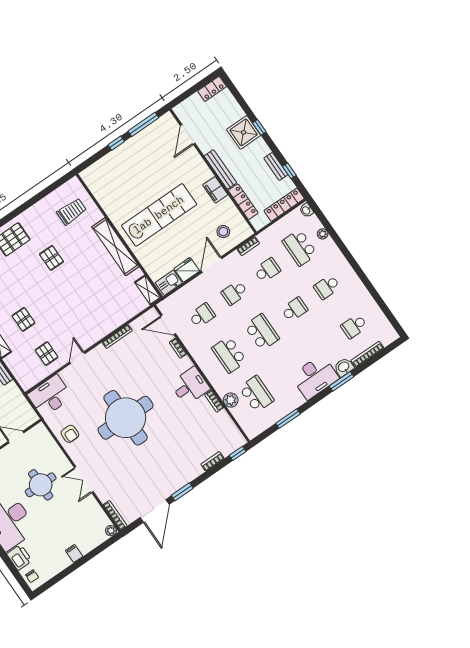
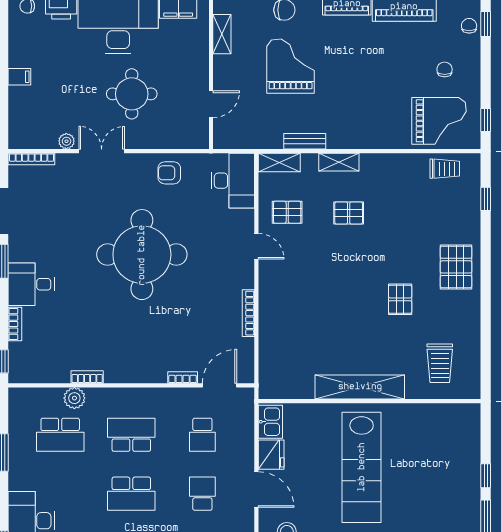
pallet: (51, 258) -> (400, 299), turned 90
shelving: (148, 290) -> (279, 163), moved
desk: (190, 386) -> (31, 284), moved, turned 90
plant: (111, 531) -> (66, 141), moved

